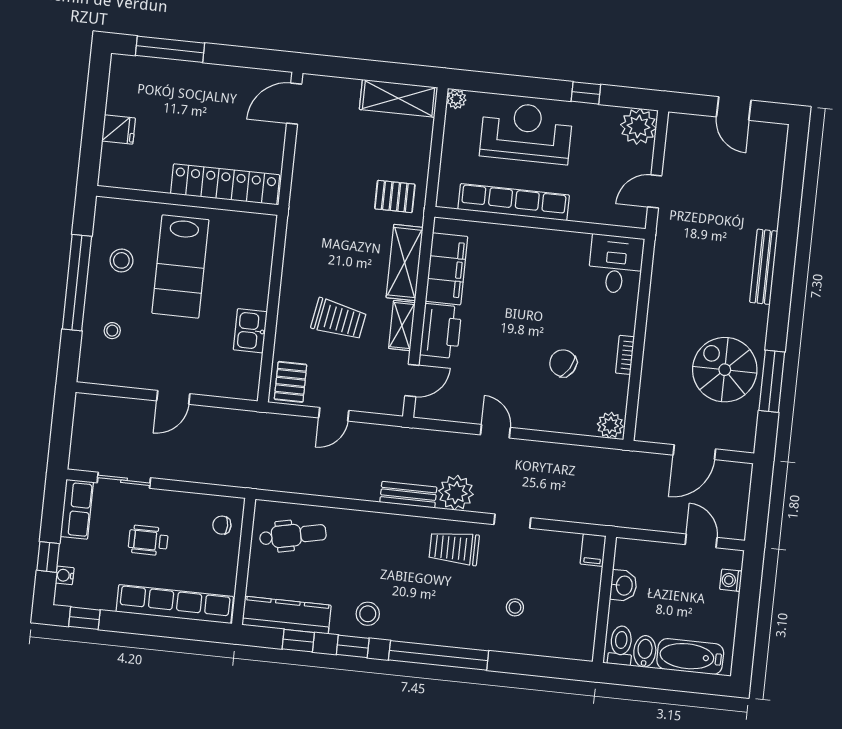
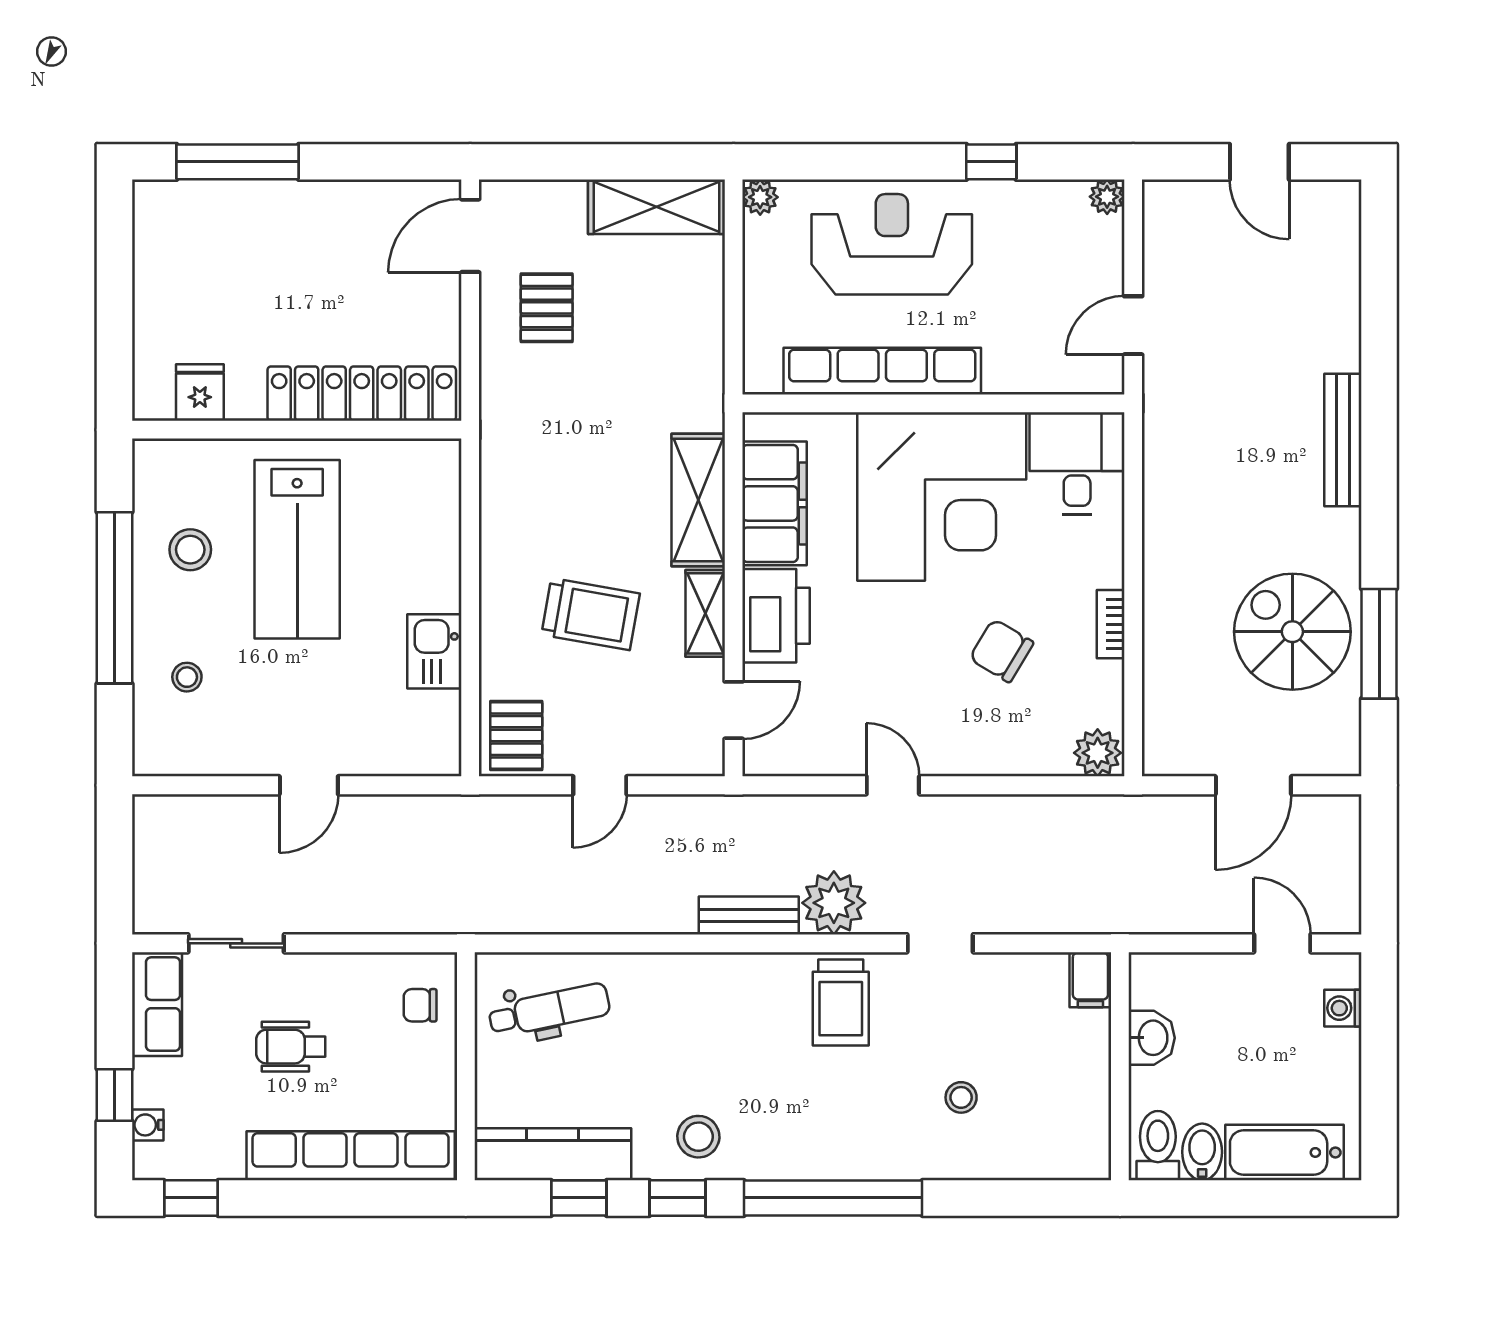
plant: (638, 126) -> (1107, 197), width x0.53, depth x0.53
fridge: (119, 130) -> (200, 393), moved, turned -90
pallet: (395, 196) -> (547, 308), moved, turned 90
corner desk: (539, 275) -> (942, 496), added
trolley: (454, 548) -> (841, 1003), turned -90

